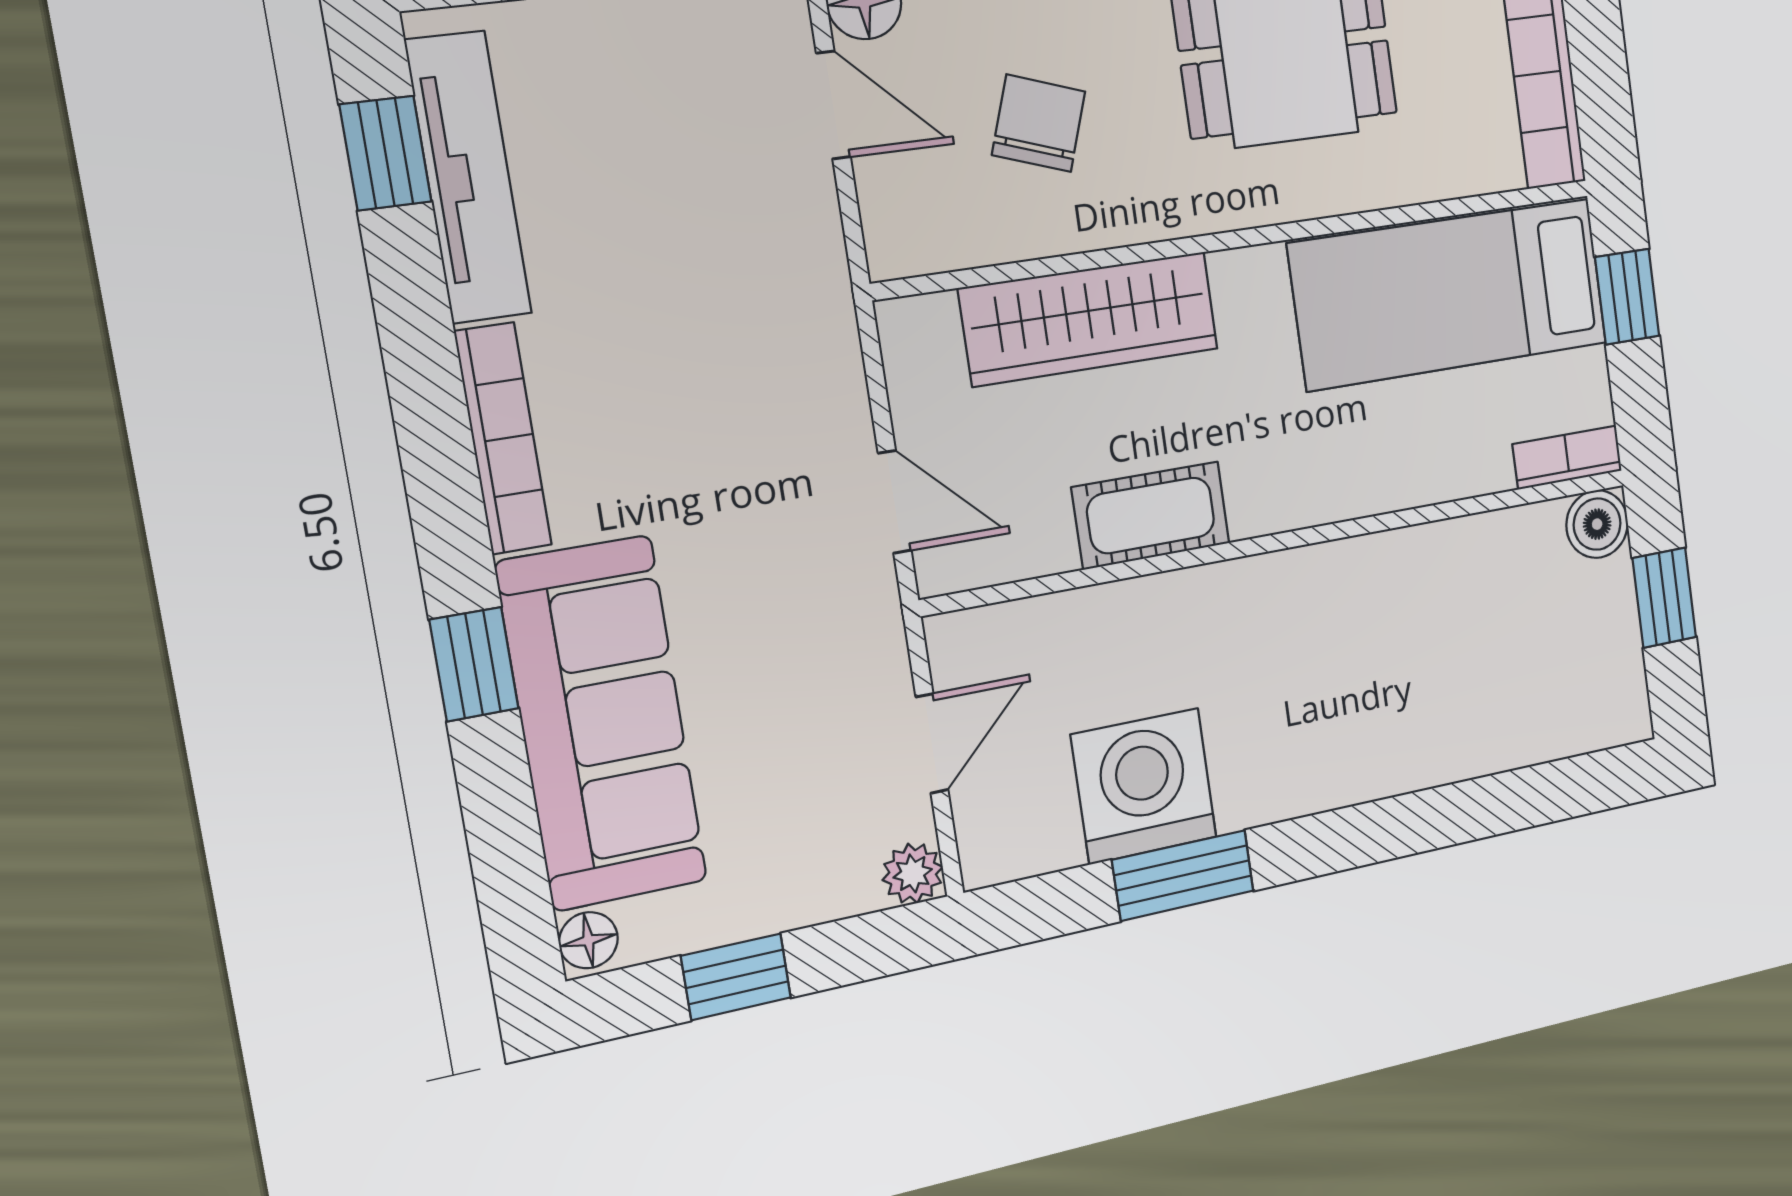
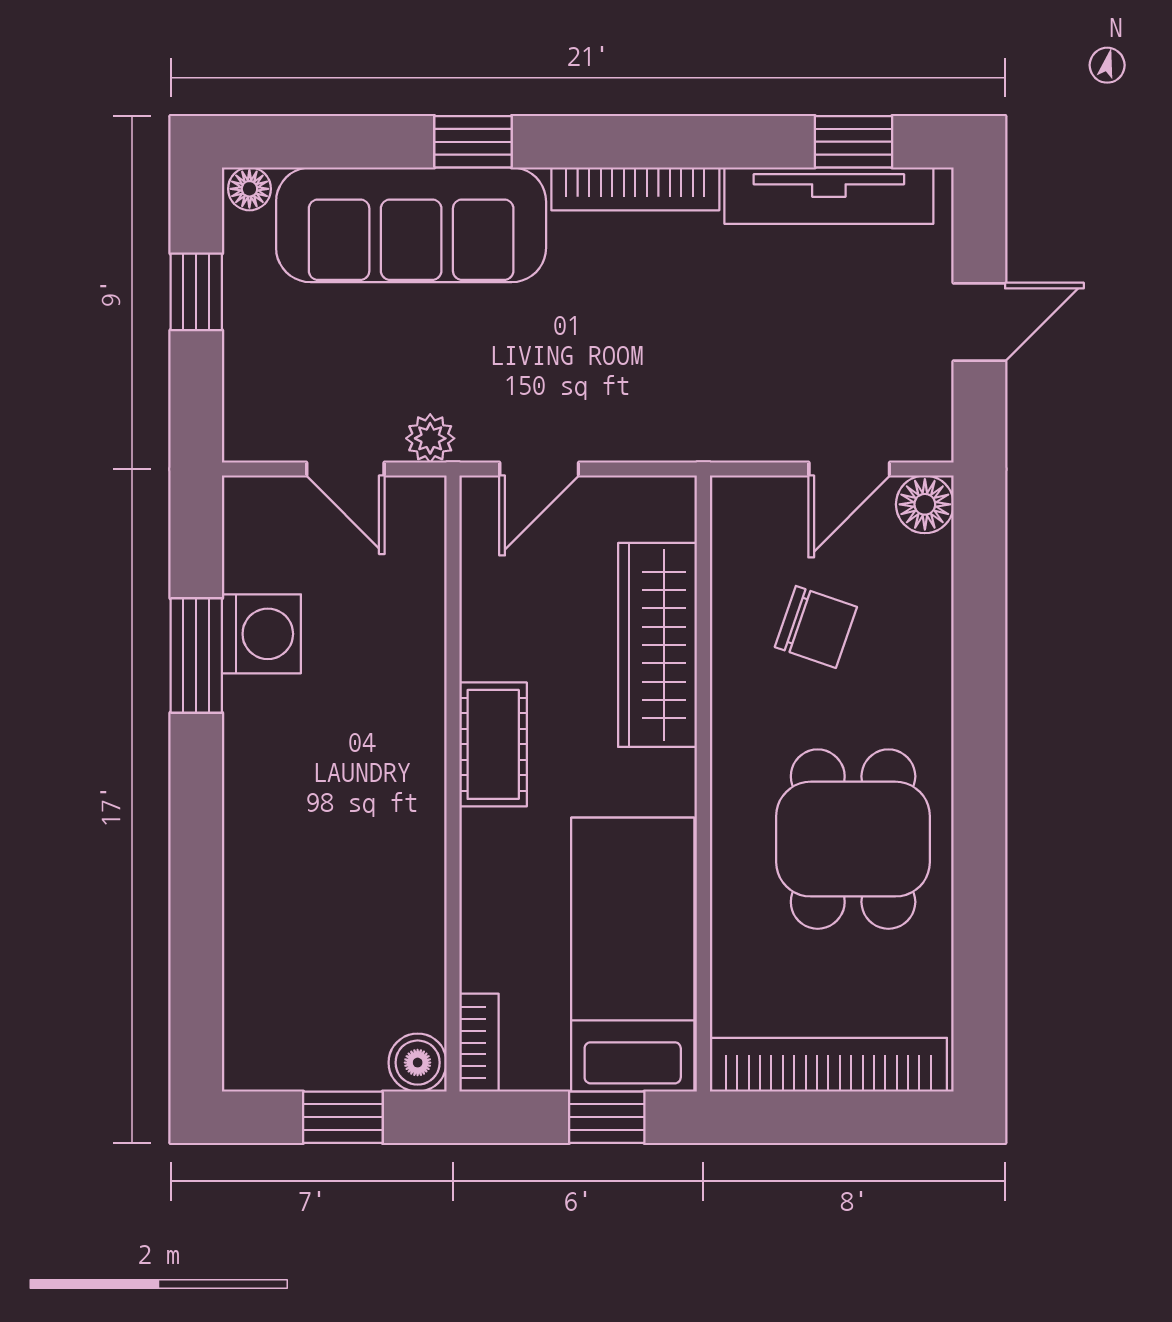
cot: (1151, 515) -> (493, 744), moved
washing machine: (1144, 786) -> (261, 634), width x0.73, depth x0.73
plant: (913, 873) -> (430, 438), moved

